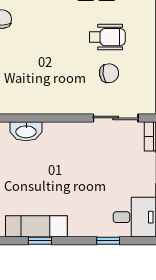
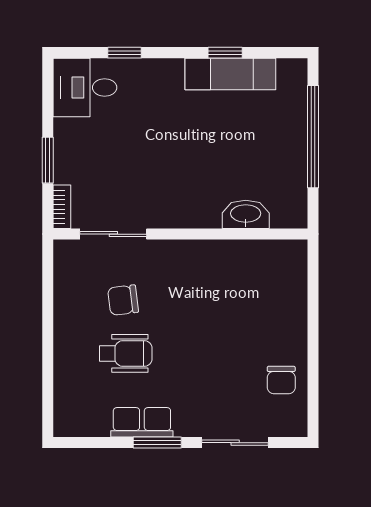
wheelchair: (107, 37) -> (126, 353), turned 180

